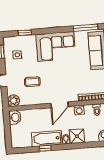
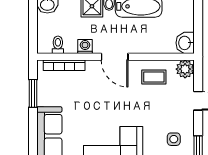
coffee table: (32, 82) -> (154, 77), moved
door: (60, 105) -> (115, 57), swing flipped

